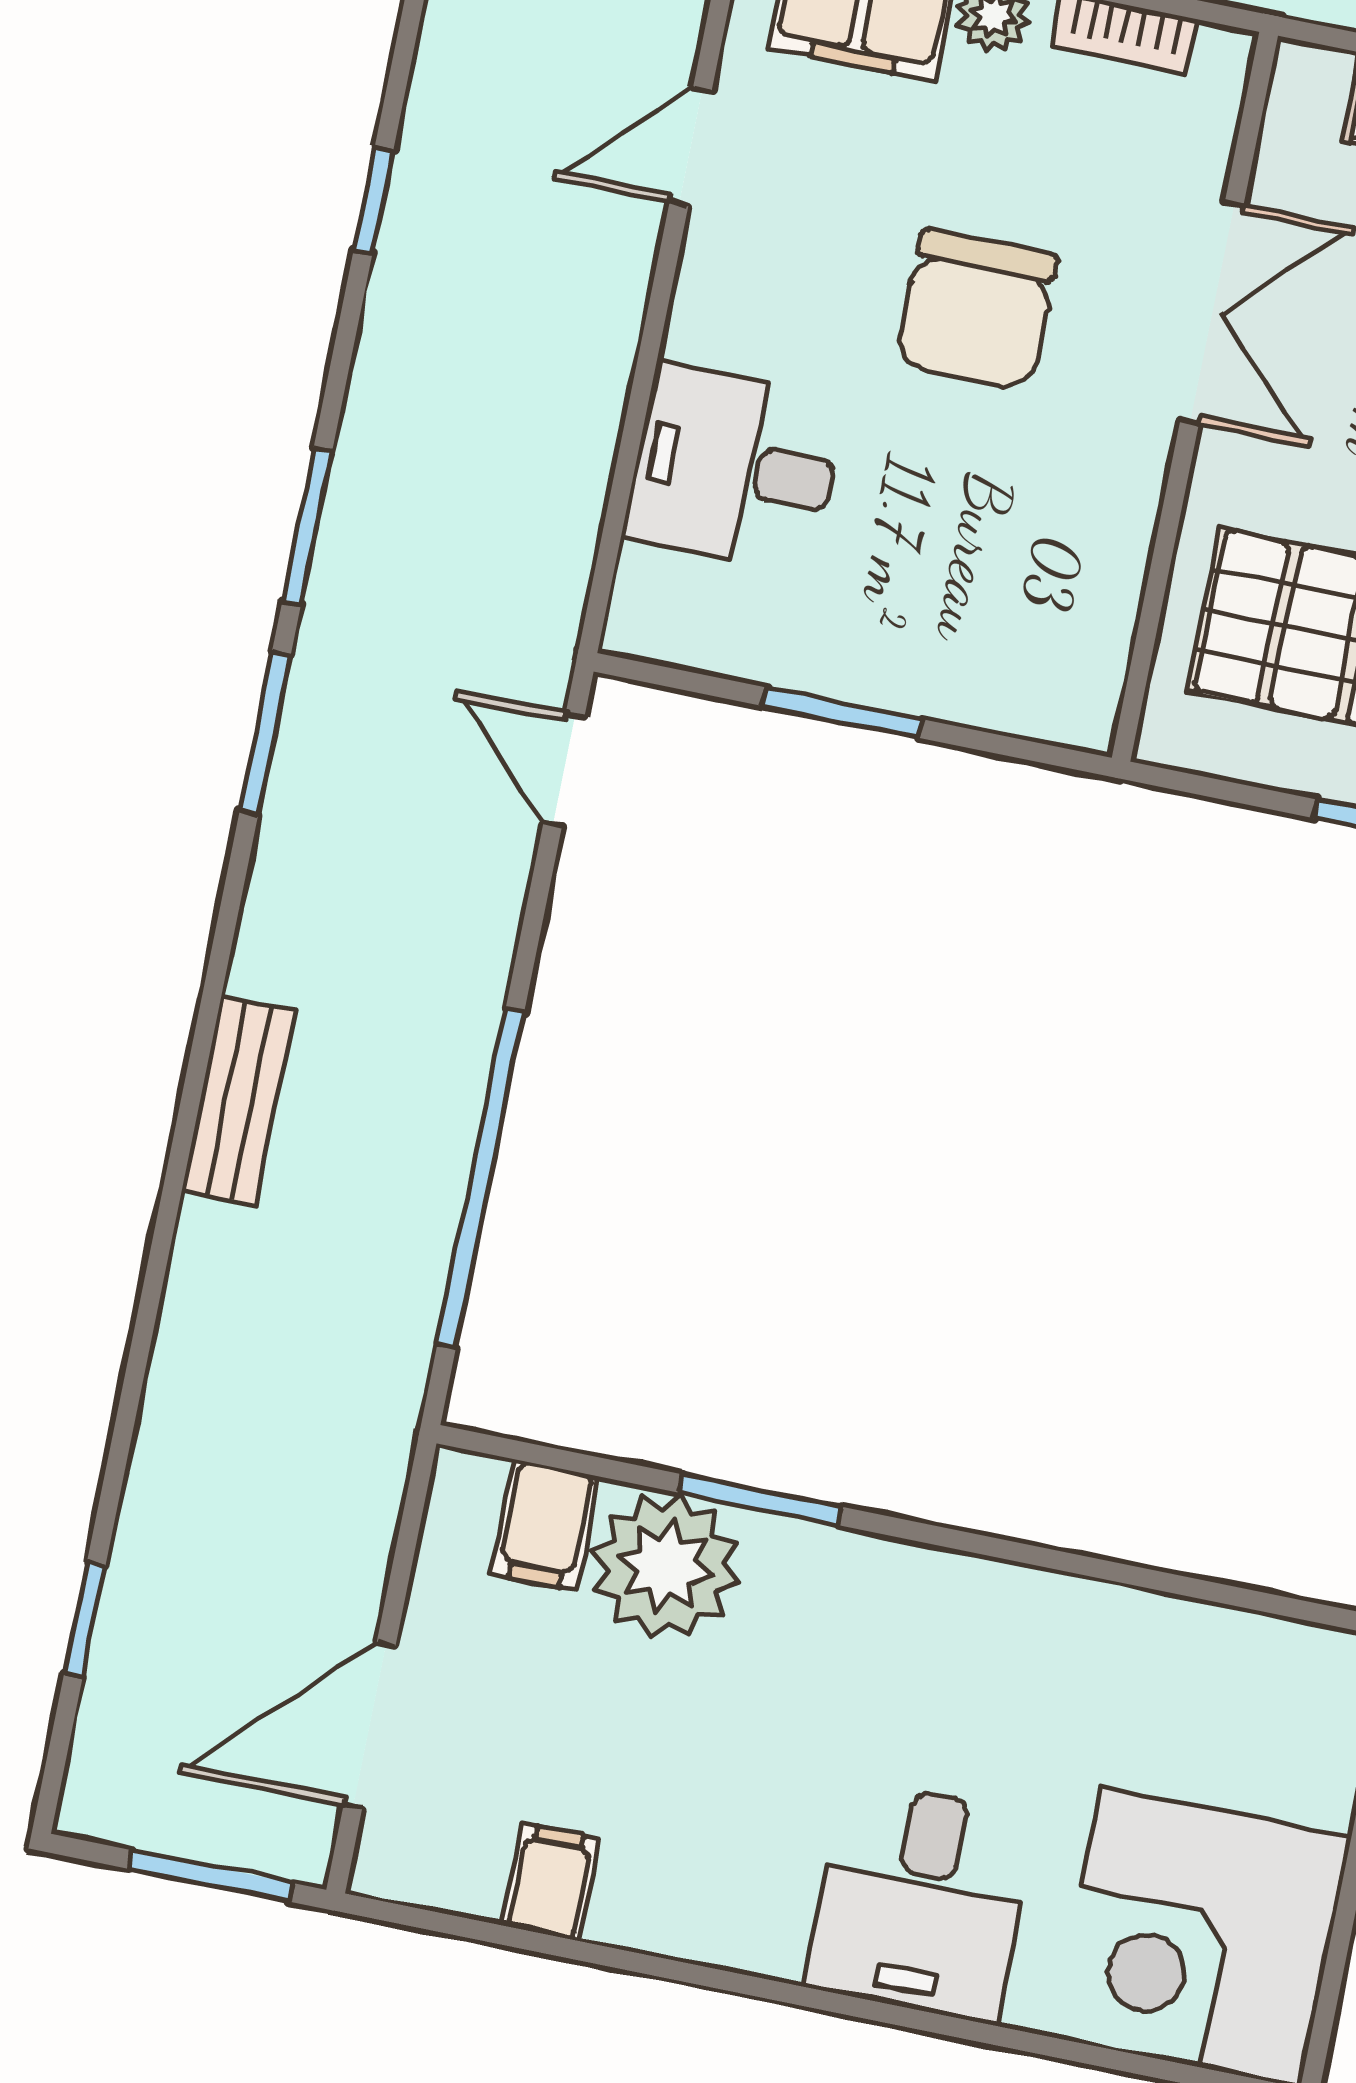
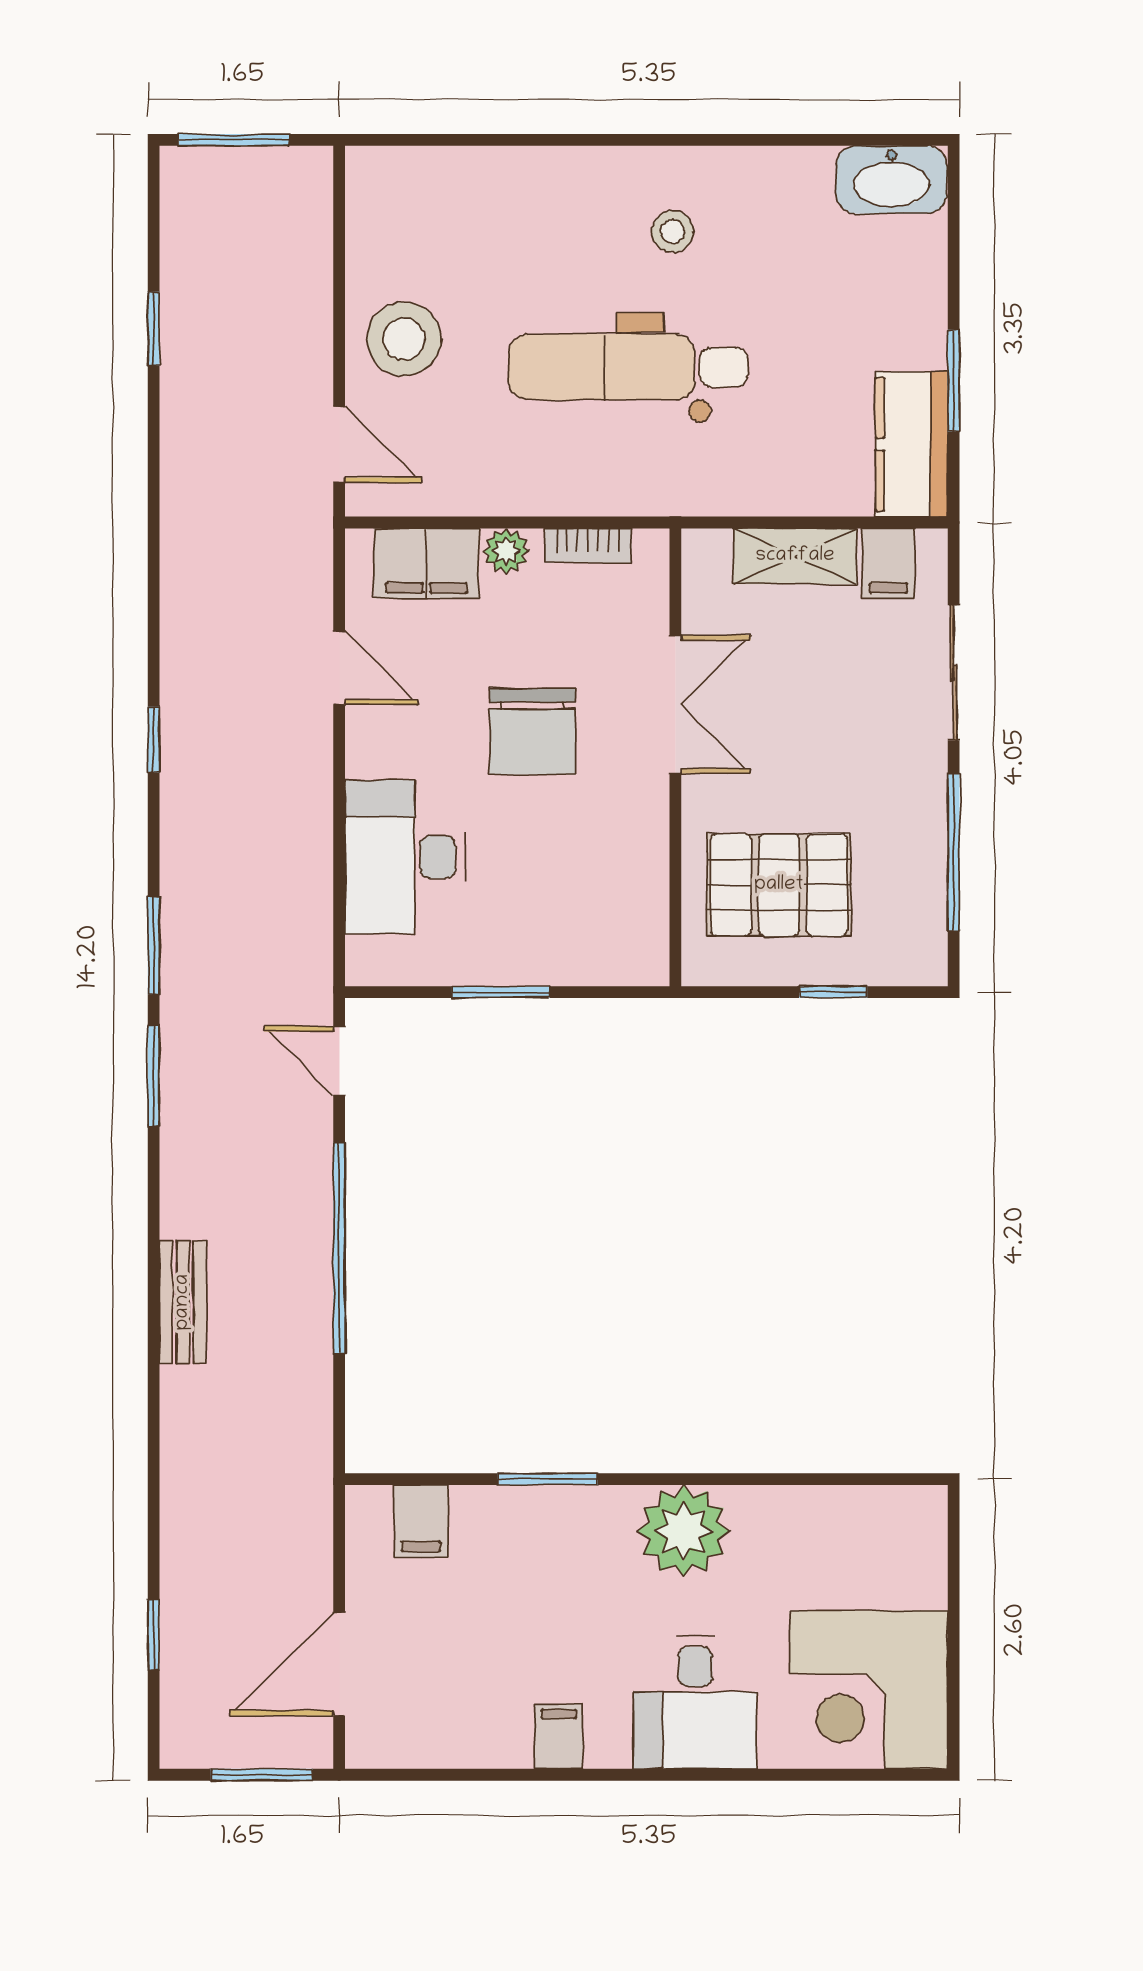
door: (691, 146) -> (339, 668), swing flipped
desk: (734, 467) -> (405, 857), width x1.37
window: (481, 1178) -> (339, 1248), moved
plant: (666, 1566) -> (684, 1531), moved
filing cabinet: (550, 1882) -> (559, 1737), moved

